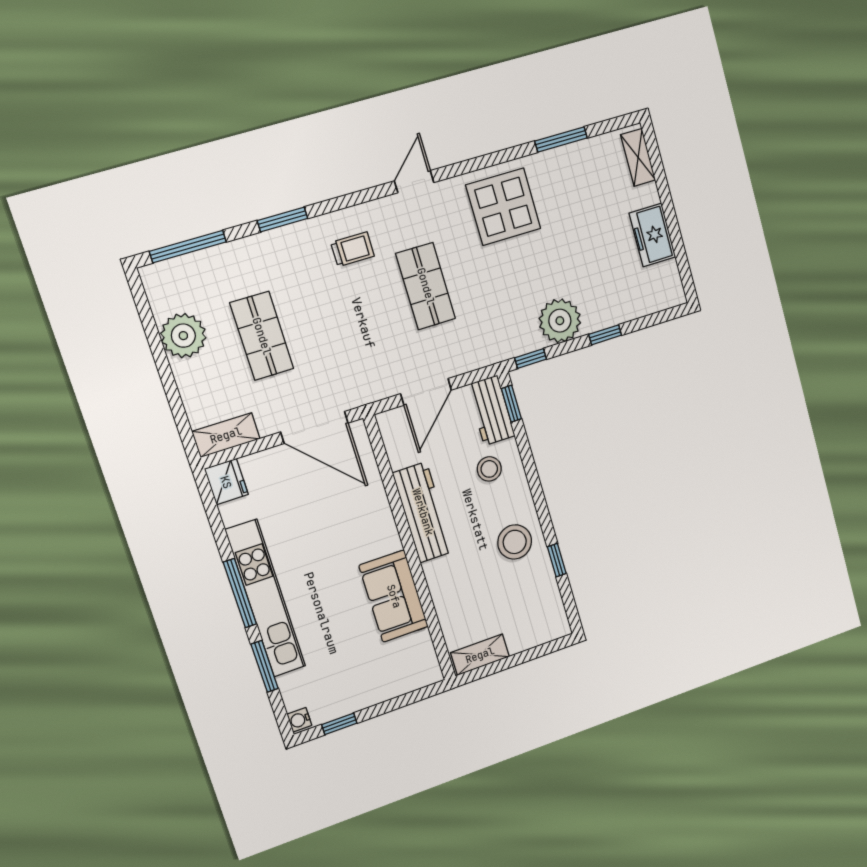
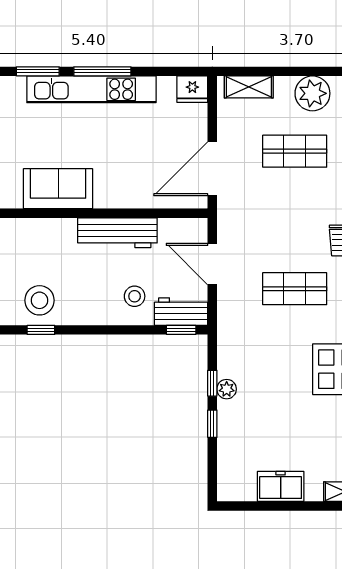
plant: (560, 321) -> (227, 389), width x0.53, depth x0.53
window: (531, 359) -> (212, 383), moved
shelving: (226, 435) -> (249, 87), moved, turned 90
stool: (515, 542) -> (40, 300), moved

